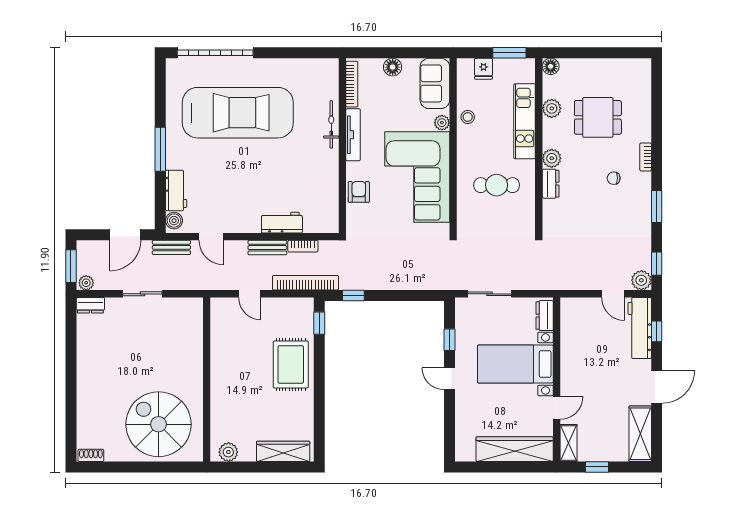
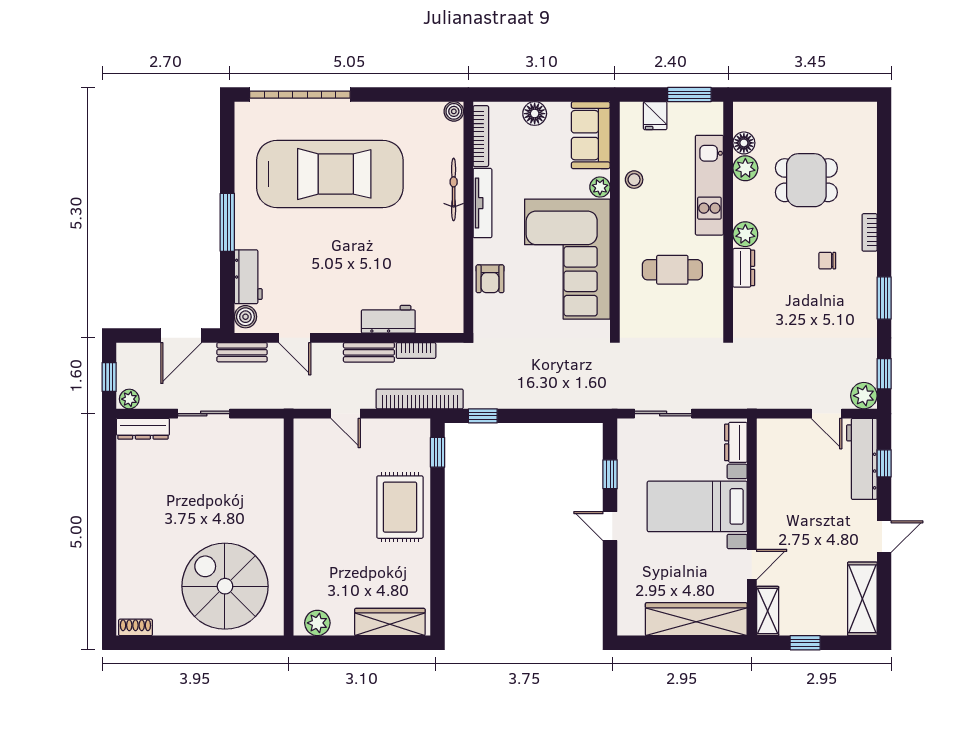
boiler: (331, 65) -> (454, 111), added
floor lamp: (551, 66) -> (744, 143), moved
armchair: (359, 192) -> (490, 279), turned 180
window: (71, 266) -> (109, 377), width x0.67
dresser: (90, 305) -> (143, 429), width x1.44
door: (657, 387) -> (884, 537), width x0.73

